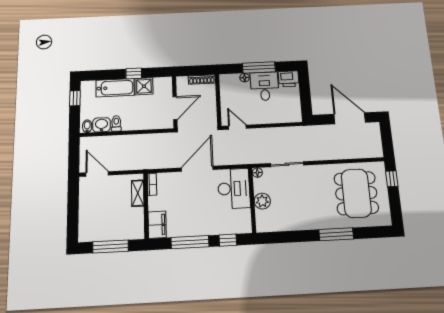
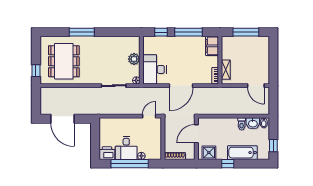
window: (259, 68) -> (130, 164), width x1.46
shower: (144, 86) -> (209, 153), moved
door: (237, 127) -> (149, 116), swing flipped

